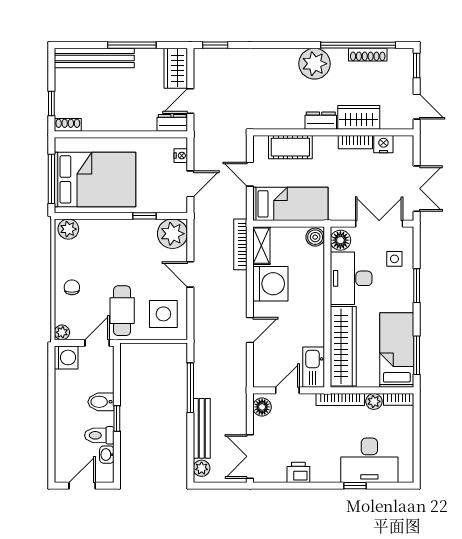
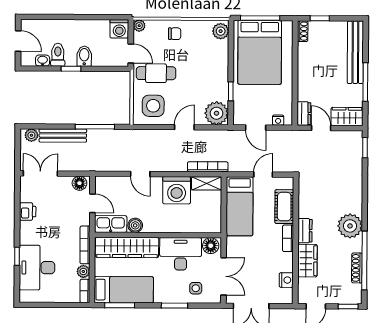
bookcase: (355, 142) -> (288, 238), moved
boiler: (315, 237) -> (135, 225), moved

